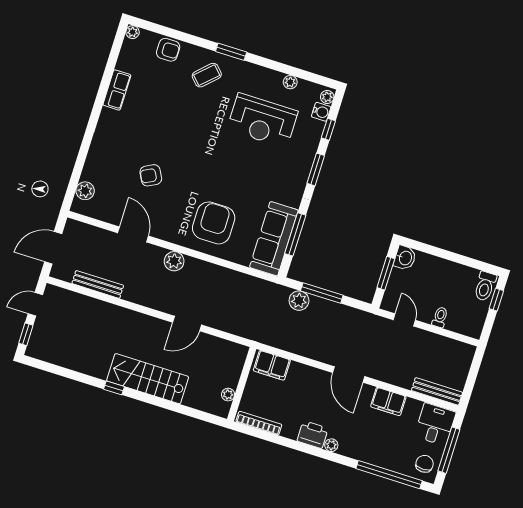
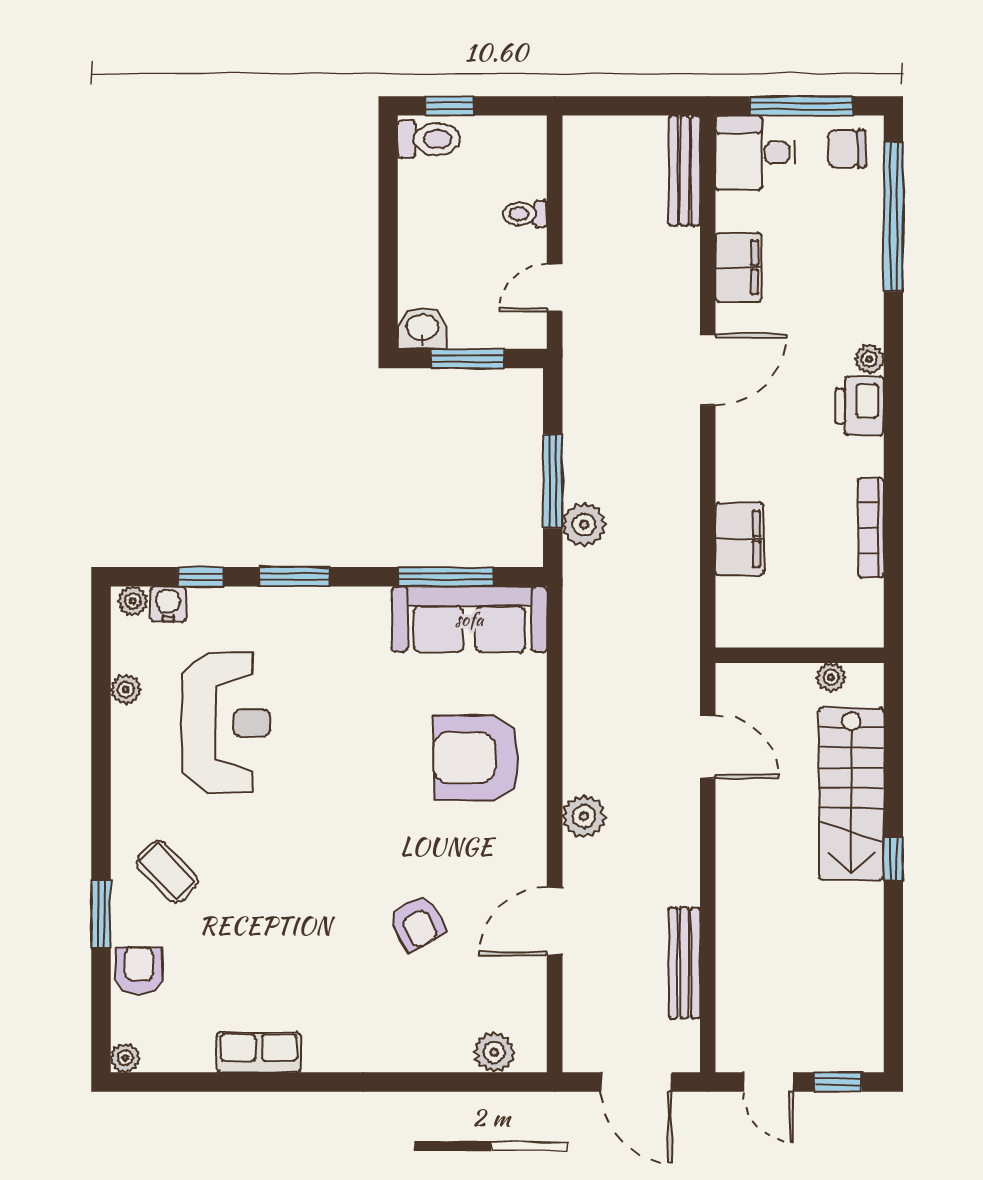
window: (231, 52) -> (101, 914), moved
wall: (242, 384) -> (800, 655), moved
plant: (228, 395) -> (831, 677), moved

